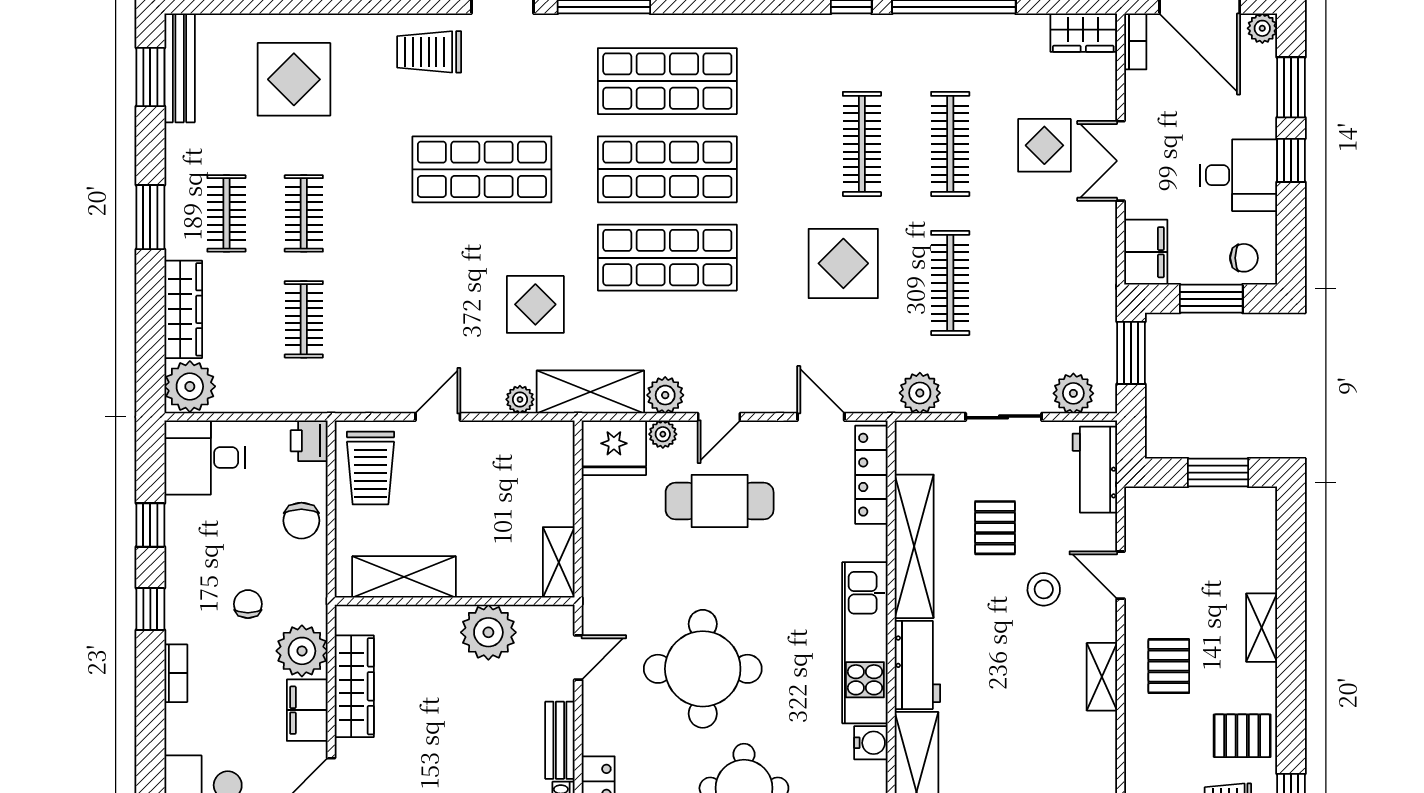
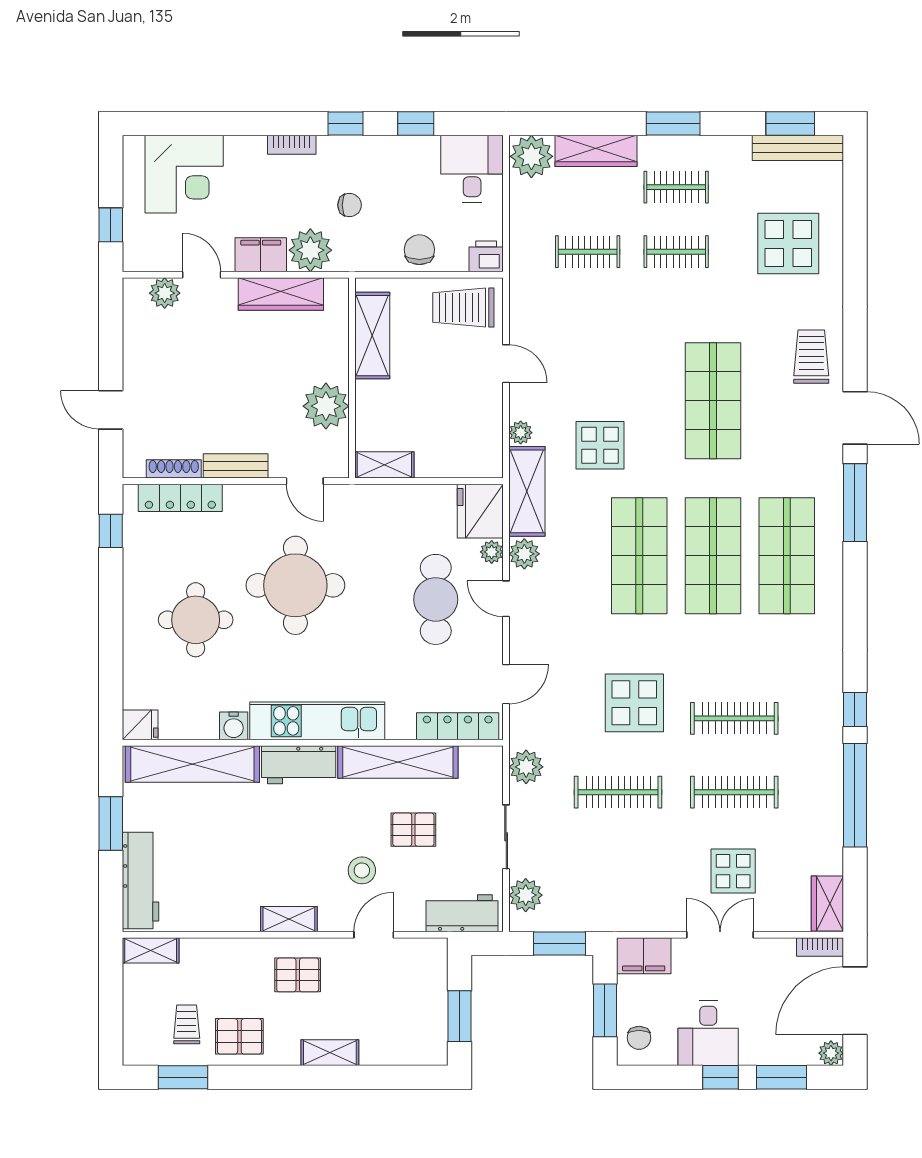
chair: (301, 521) -> (419, 250), turned 90
pallet: (1242, 736) -> (239, 1036), turned 90

